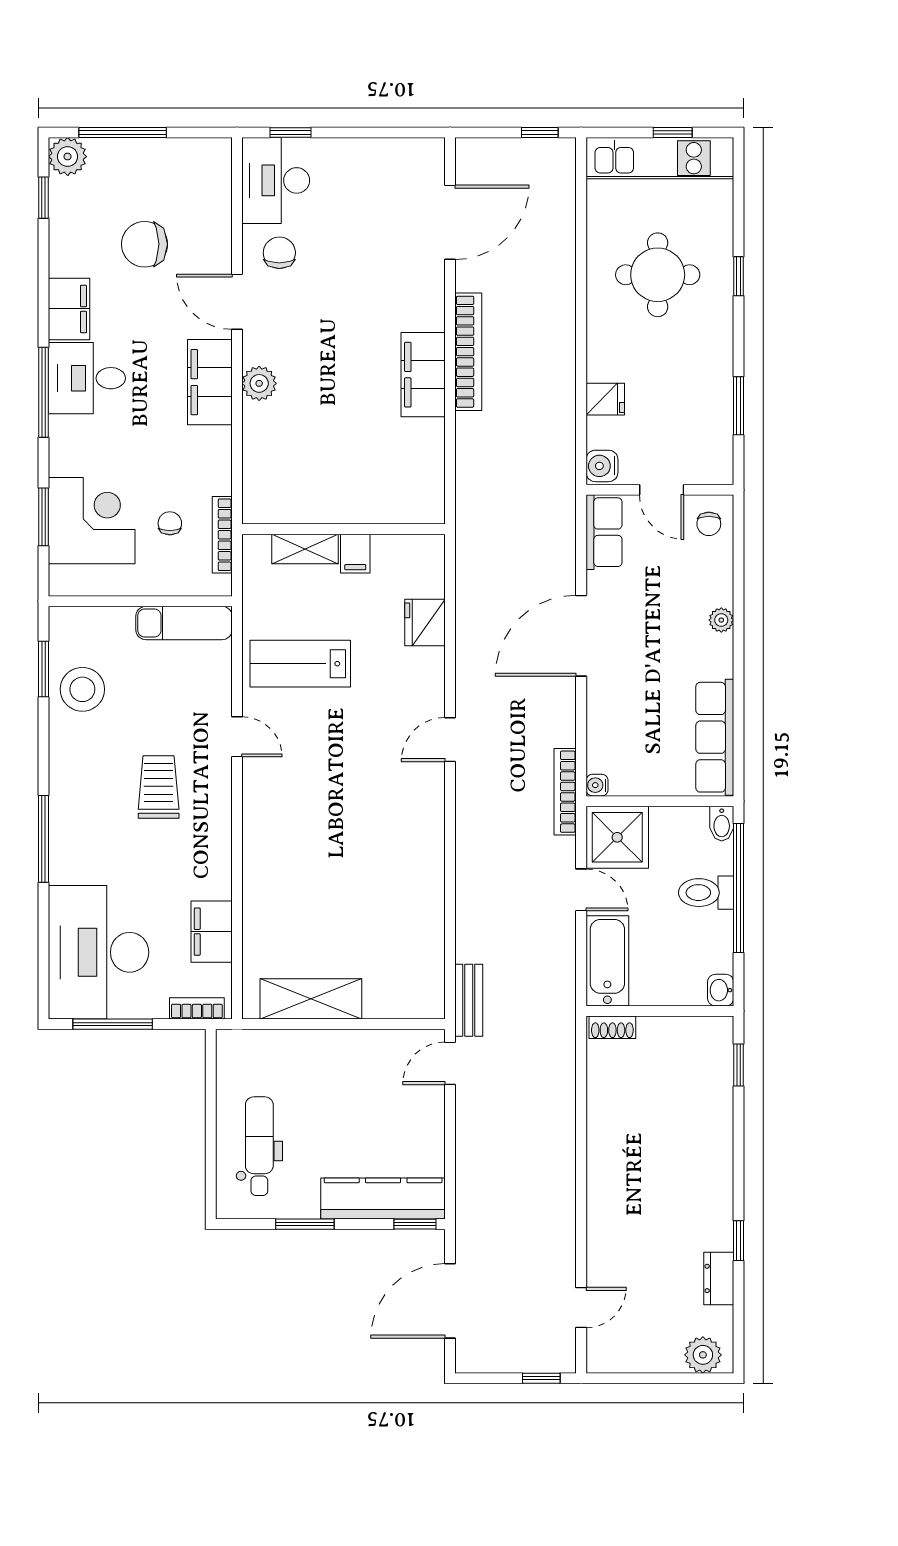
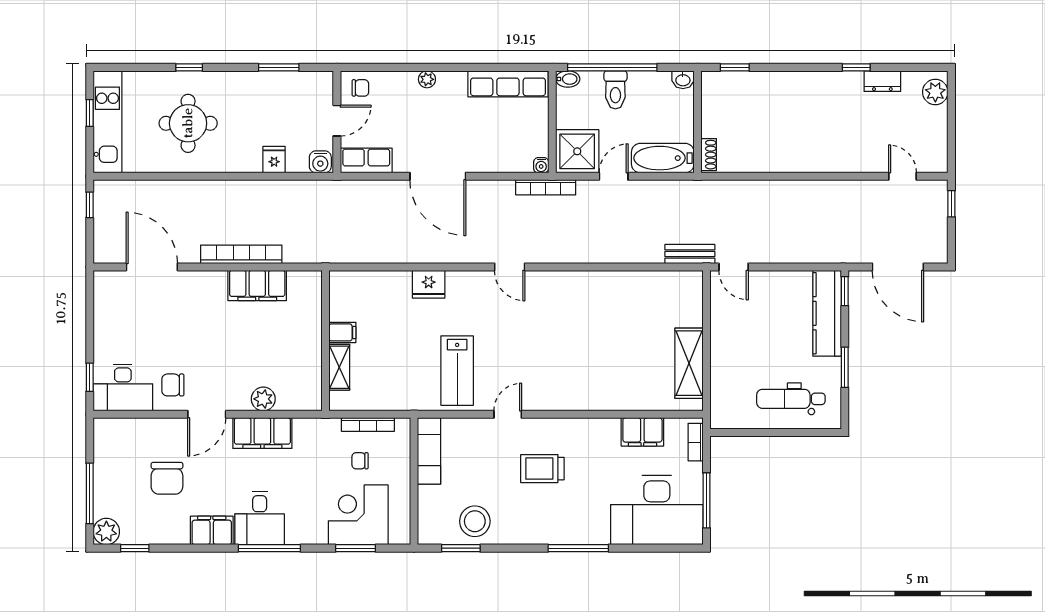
wall: (343, 529) -> (326, 341), moved
shelving: (305, 549) -> (339, 367), moved
filing cabinet: (355, 554) -> (342, 332), moved

